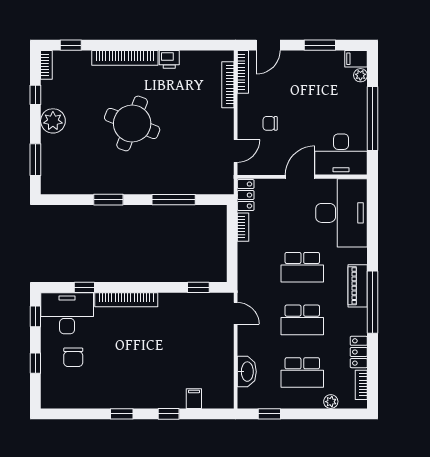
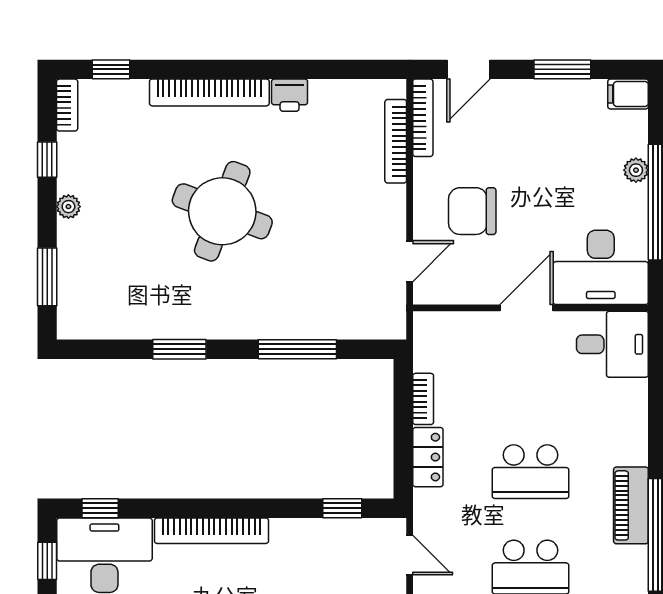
plant: (360, 75) -> (636, 170), moved
plant: (53, 121) -> (68, 207), width x0.53, depth x0.53
chair: (270, 123) -> (472, 211), width x1.87, depth x1.87
locker: (246, 195) -> (428, 457), moved
desk: (342, 213) -> (612, 344), width x0.53, depth x0.77
window: (84, 287) -> (100, 508), moved

